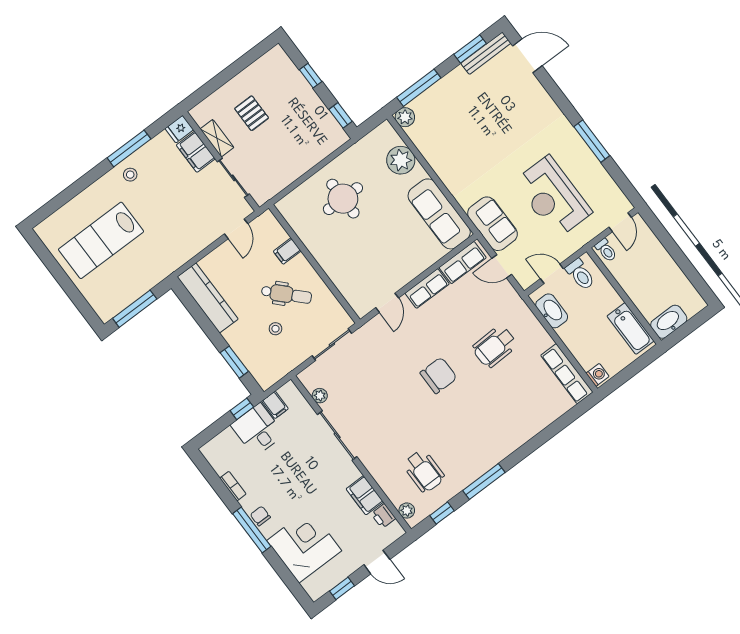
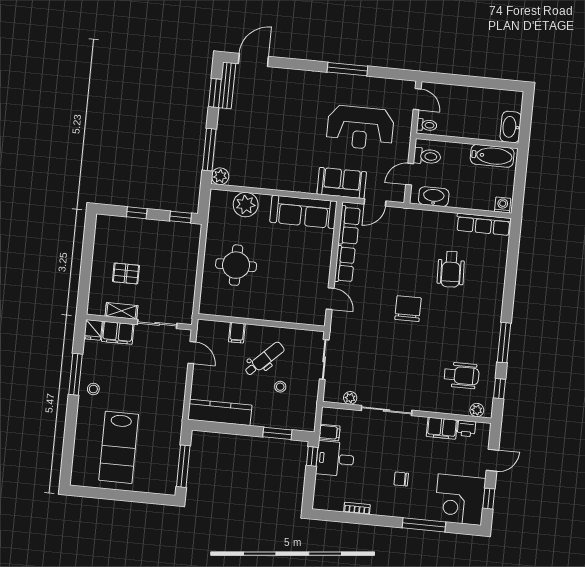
wheelchair: (495, 346) -> (451, 269), moved
chair: (260, 516) -> (401, 479), moved
window: (252, 530) -> (424, 525), moved
corner desk: (304, 546) -> (460, 500), moved, turned -90

